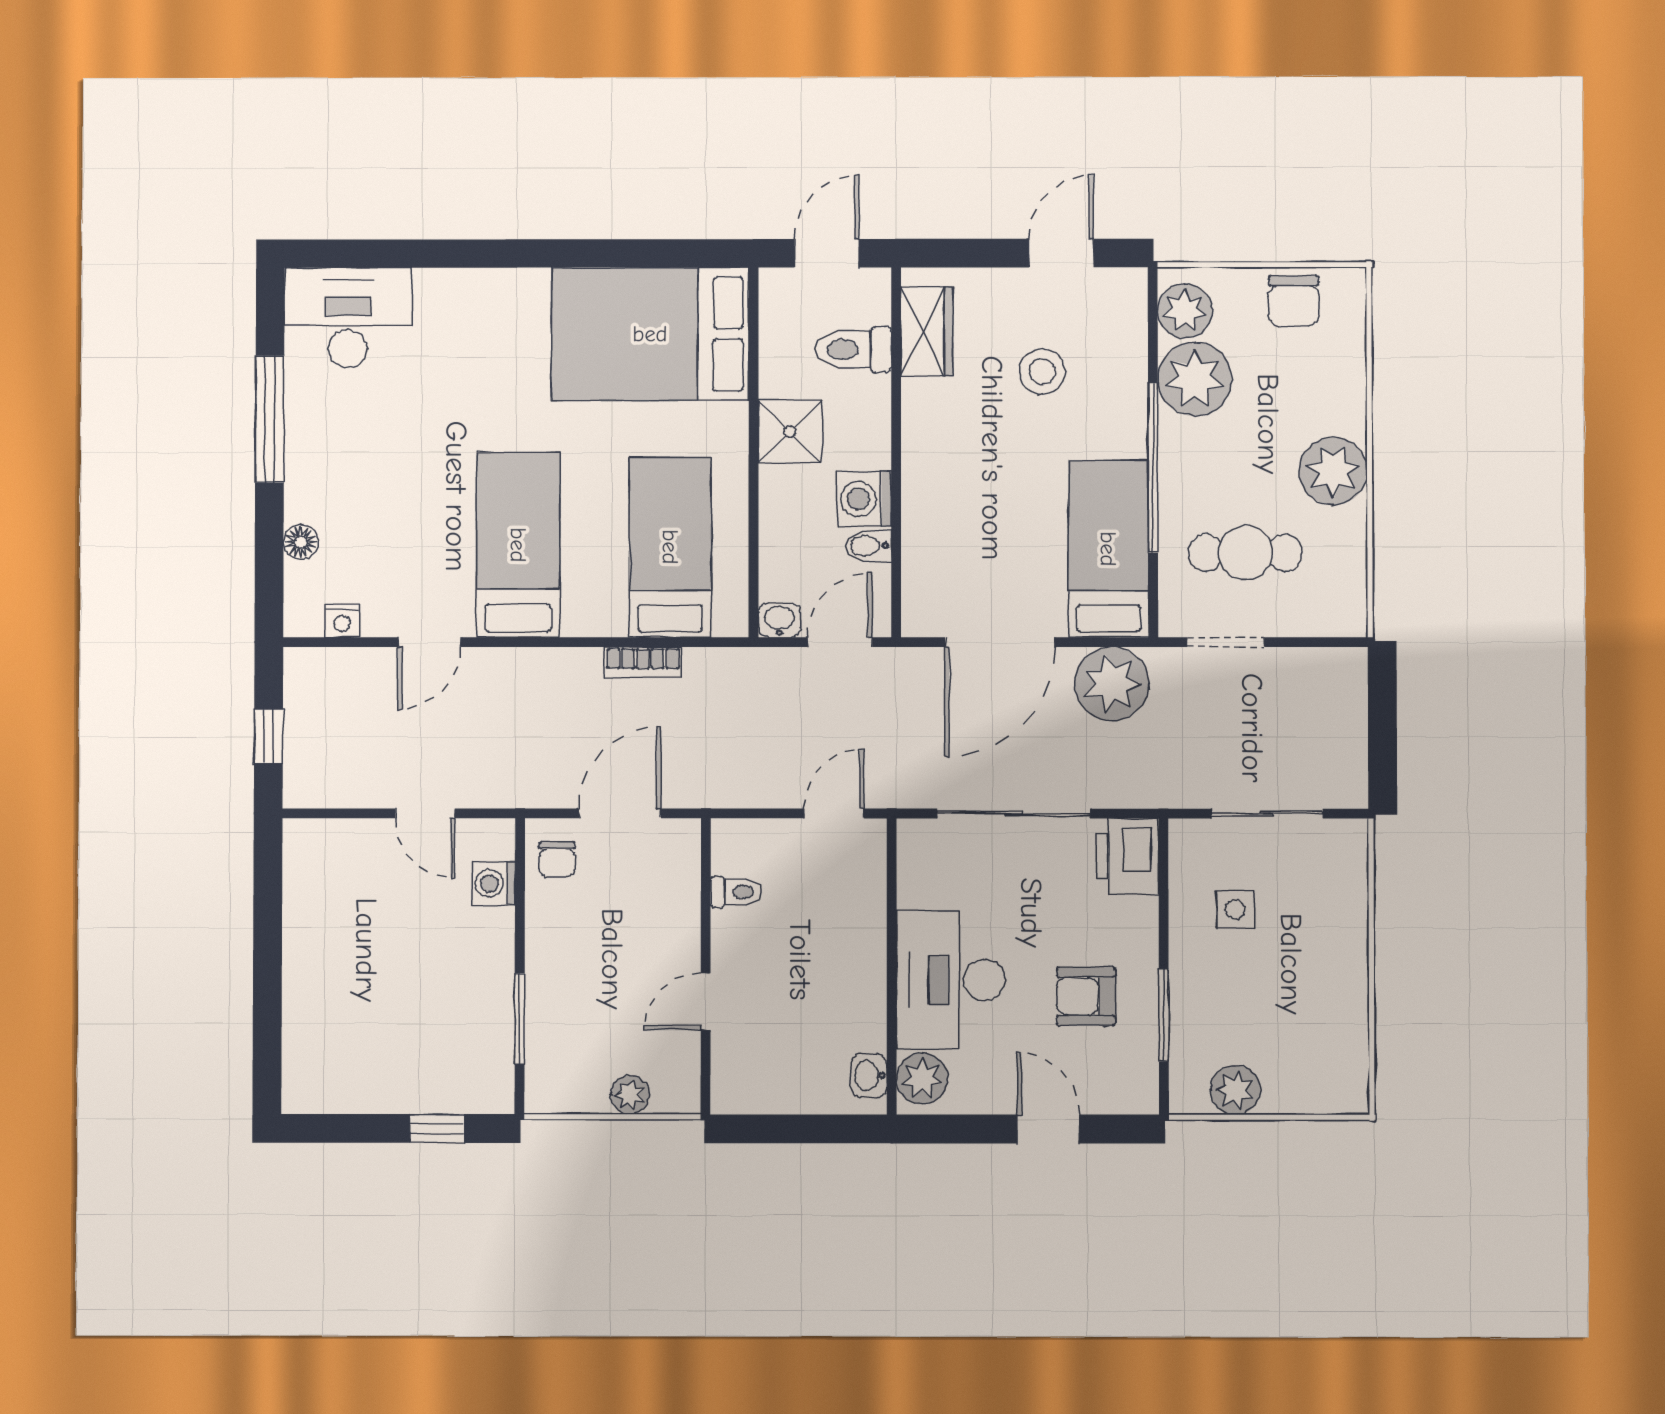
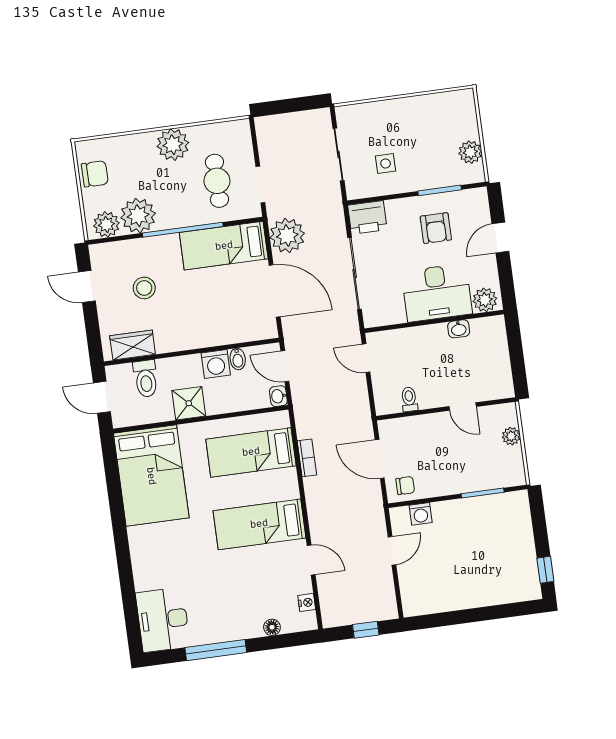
washbasin: (869, 1075) -> (459, 329), moved
window: (437, 1129) -> (545, 570), moved

